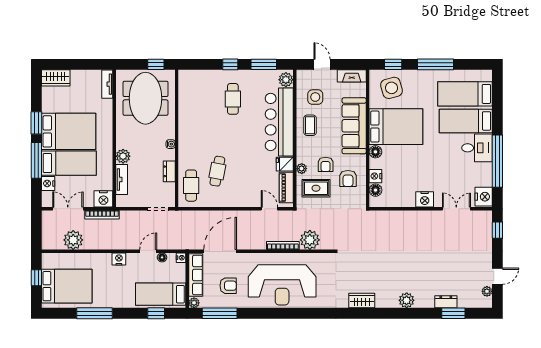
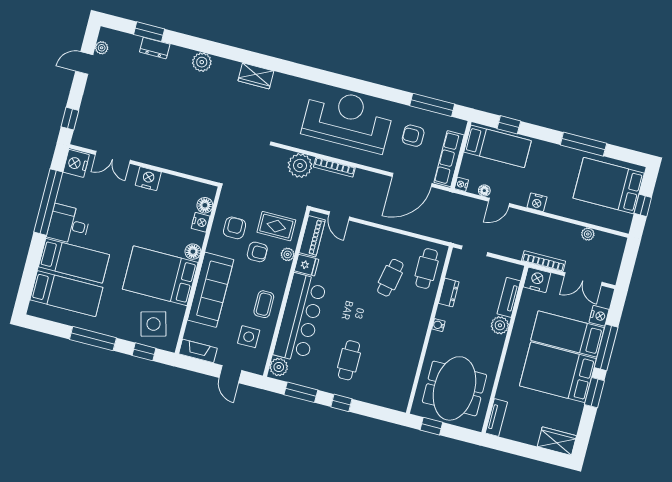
armchair: (326, 164) -> (257, 252), turned 90
plant: (73, 240) -> (588, 234), width x0.53, depth x0.53
plant: (194, 303) -> (460, 126), removed

